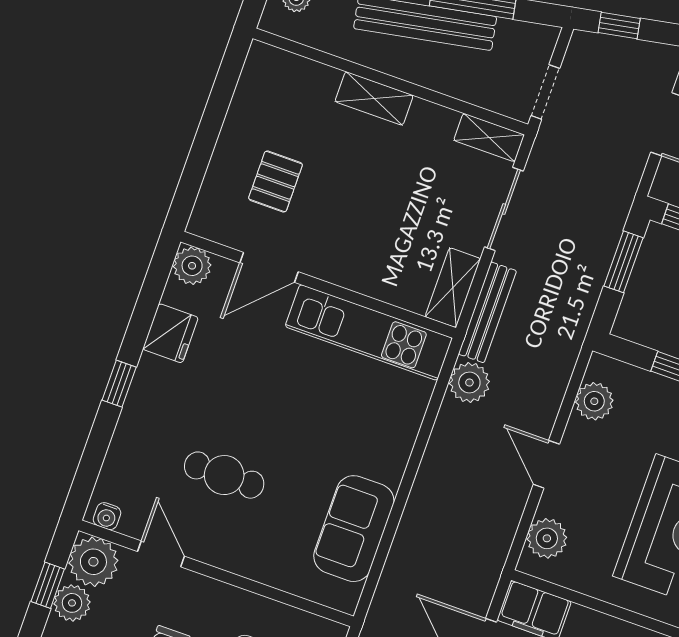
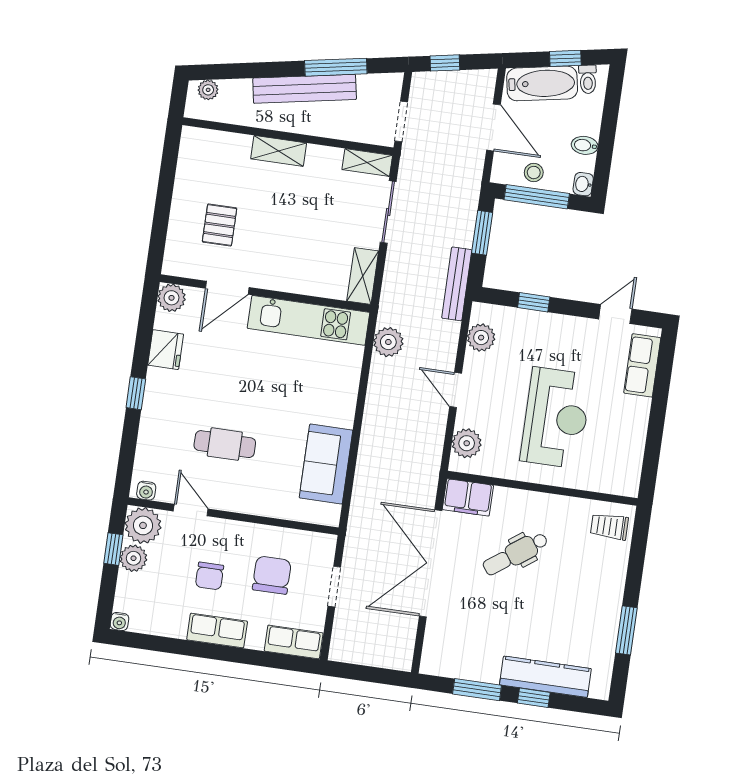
bench: (487, 312) -> (457, 284), moved

